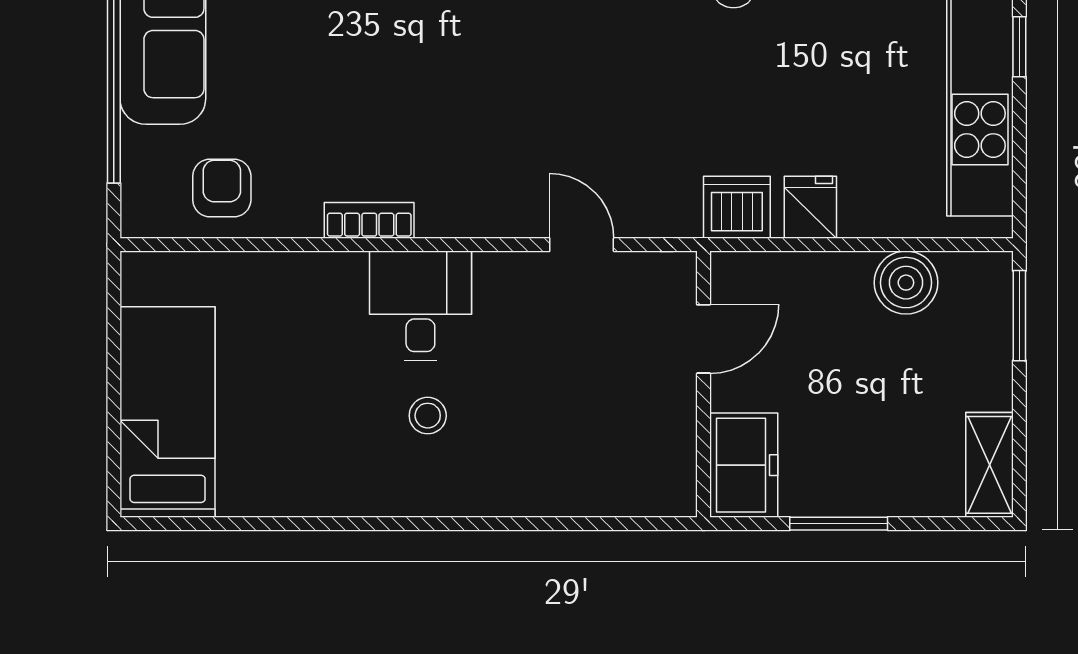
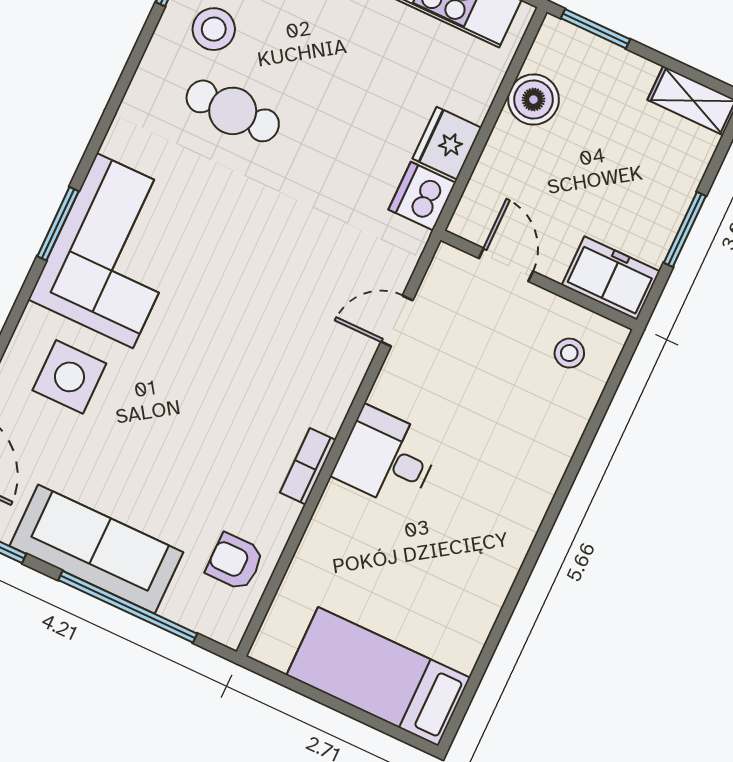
fridge: (810, 207) -> (447, 143), width x1.38
stool: (428, 416) -> (569, 353), moved

